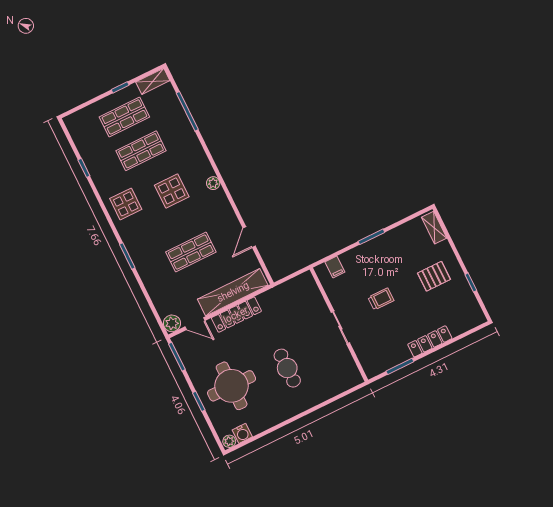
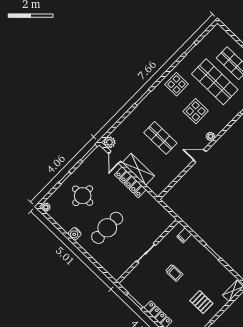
shop shelf: (141, 151) -> (215, 82), width x1.43, depth x1.36
door: (249, 237) -> (200, 156), moved
shelving: (233, 292) -> (138, 169), width x0.68
cafe table: (287, 368) -> (107, 228), width x1.37, depth x1.35
round table: (232, 386) -> (83, 196), width x0.73, depth x0.73
water cooler: (242, 433) -> (75, 234), moved

